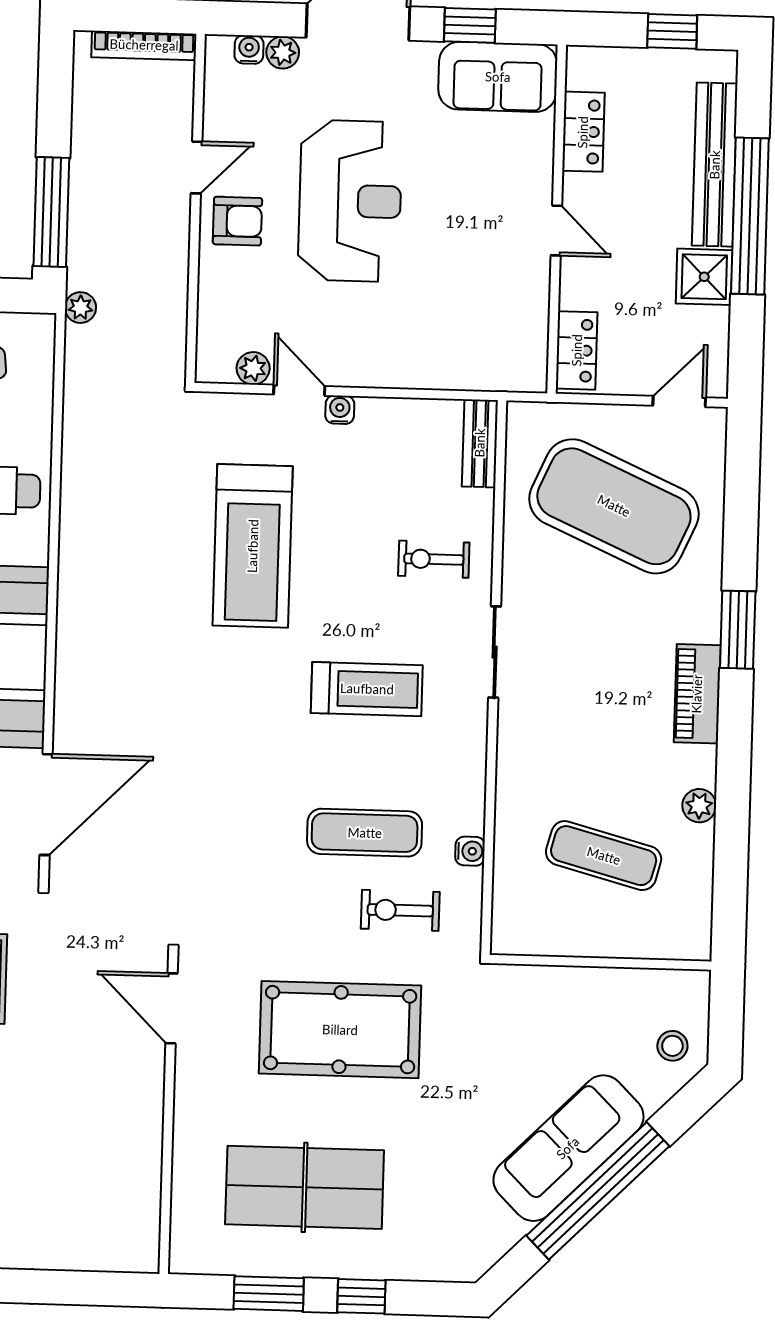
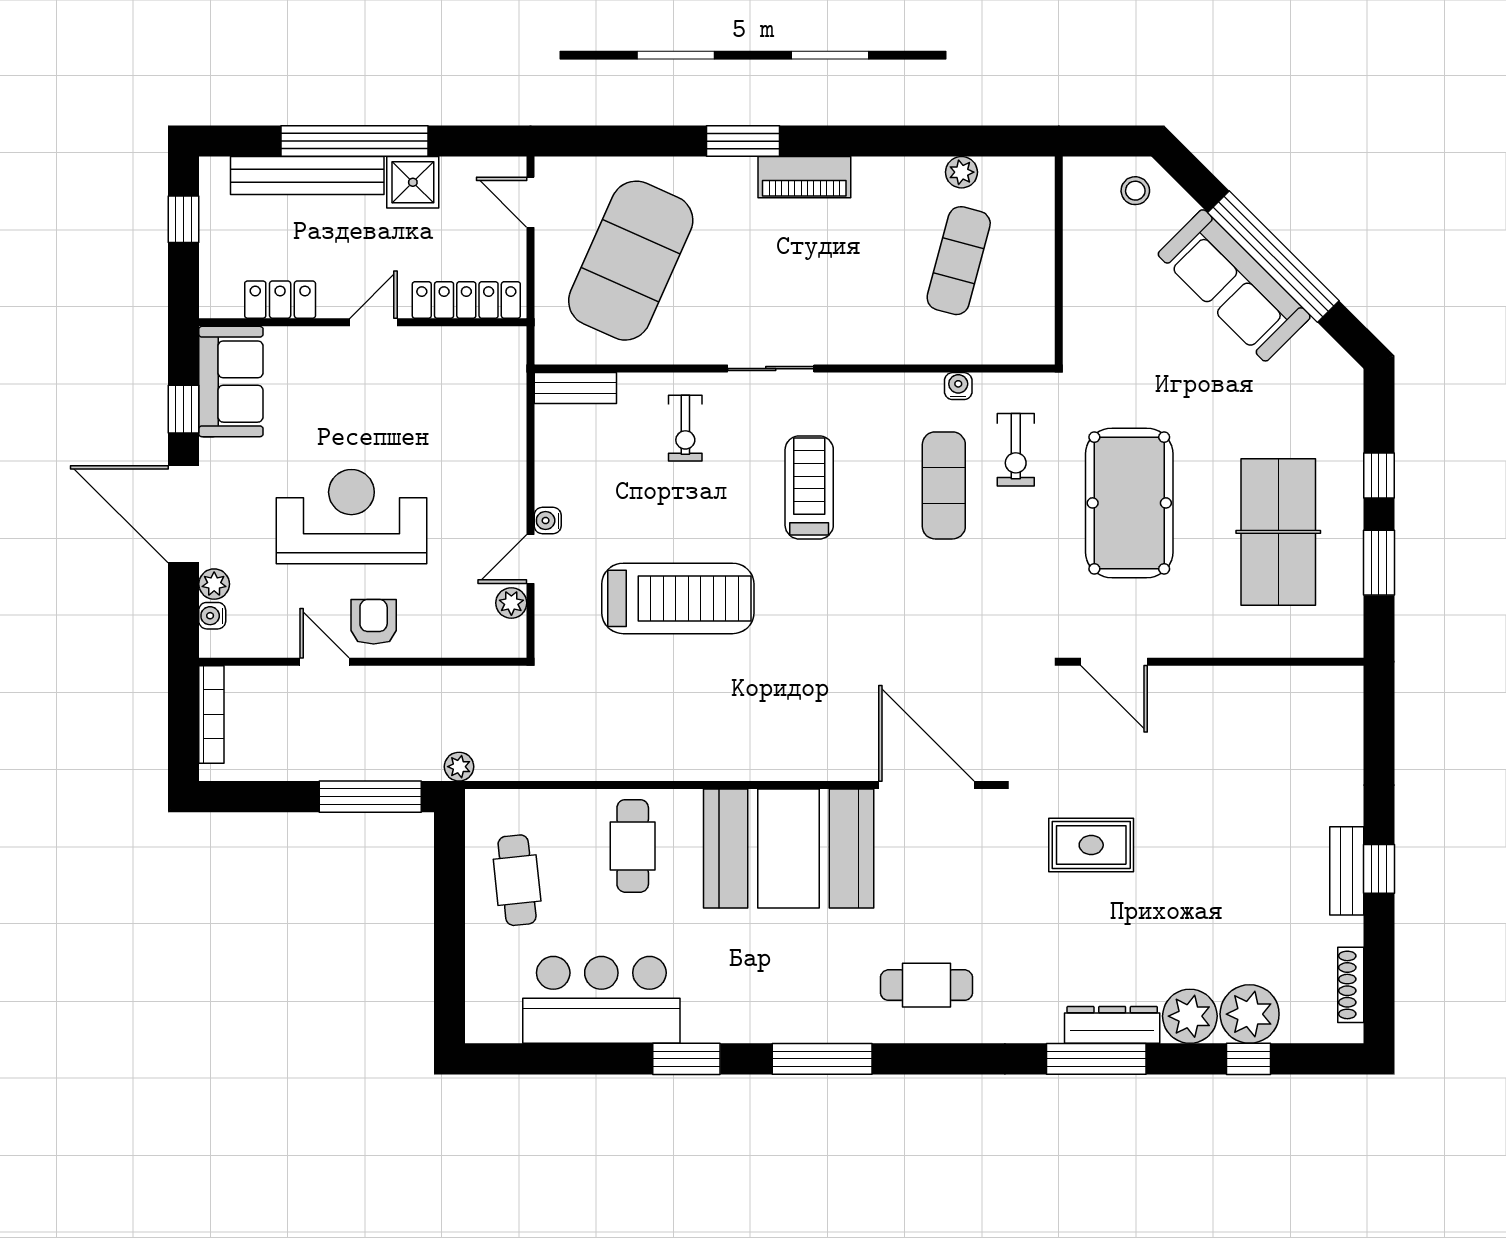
locker: (577, 350) -> (466, 300), width x1.53
plant: (699, 806) -> (961, 172), moved
door: (172, 1008) -> (1114, 662), hinge flipped

